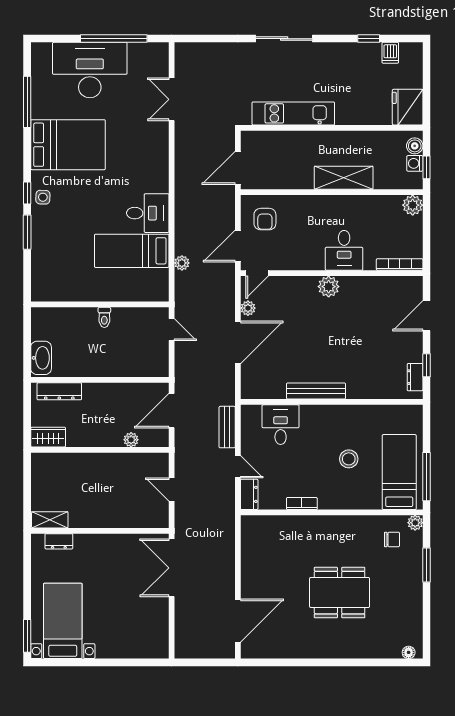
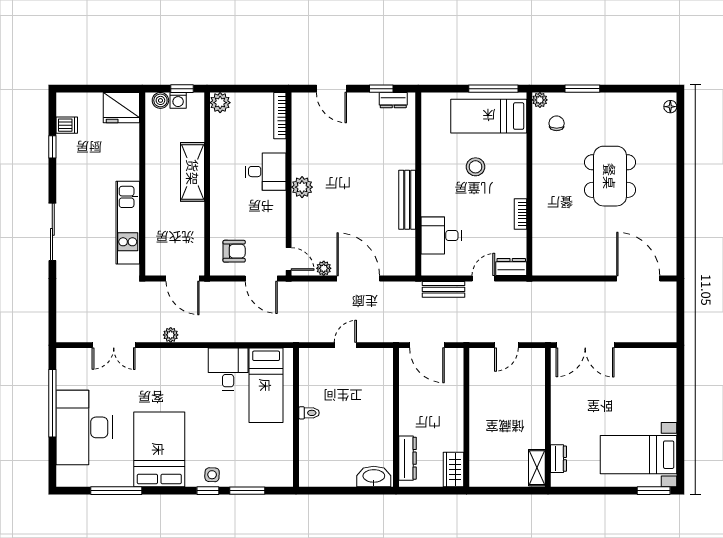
plant: (182, 263) -> (171, 335), moved
wall: (100, 304) -> (296, 417), moved
toilet: (104, 317) -> (309, 413), moved
plant: (131, 440) -> (456, 386), removed

